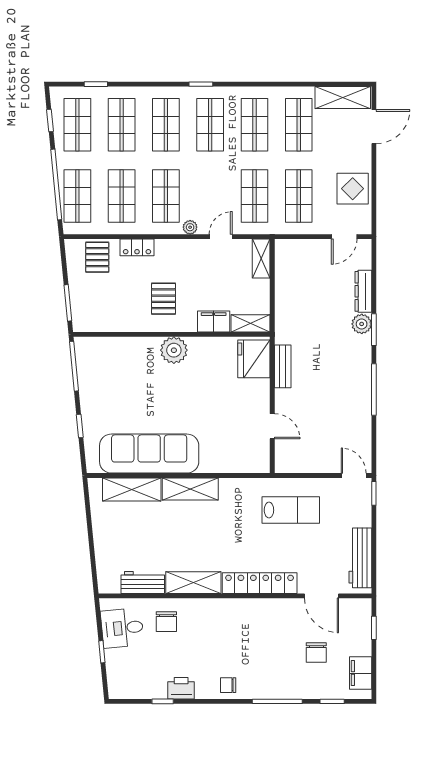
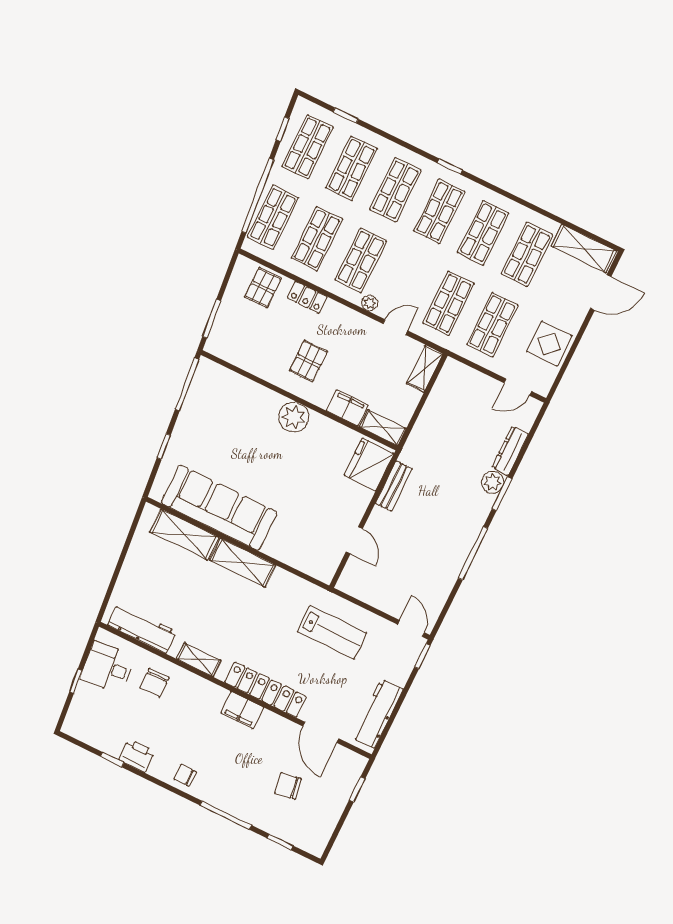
workbench: (143, 583) -> (142, 628), width x1.38
shelving: (193, 583) -> (199, 660), width x0.67, depth x0.75
chair: (316, 653) -> (288, 786), turned 81
filing cabinet: (361, 673) -> (242, 710), moved, turned -90

